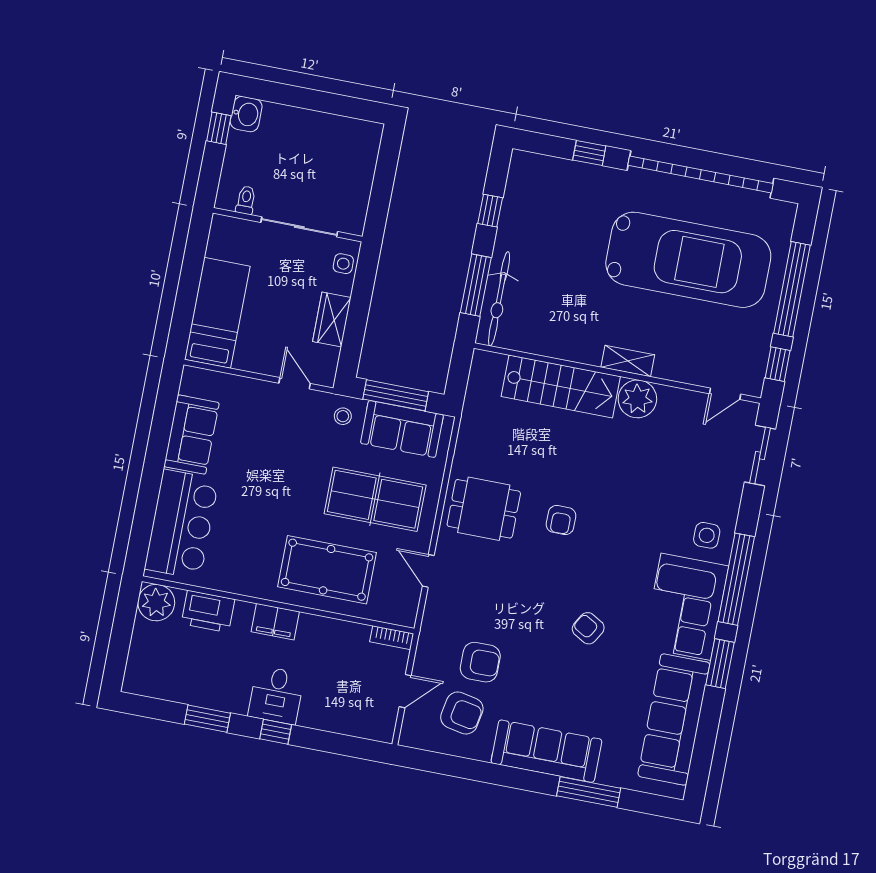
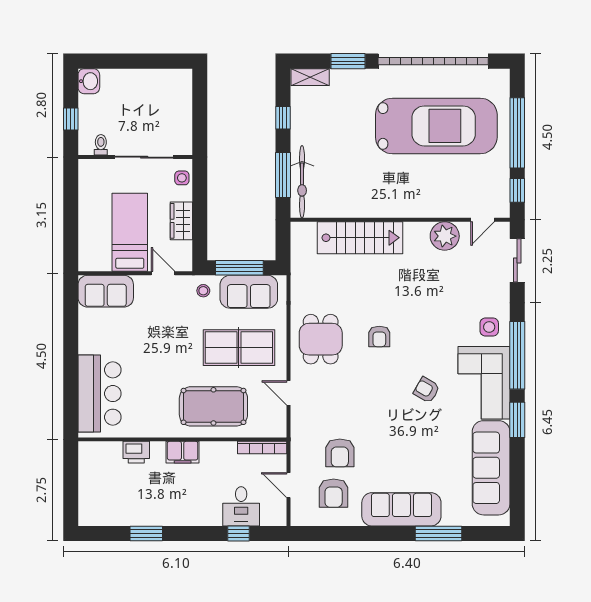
window: (219, 128) -> (71, 119), moved
window: (589, 153) -> (348, 61), width x1.50
bed: (217, 313) -> (130, 232), moved
shelving: (628, 361) -> (310, 77), moved
plant: (637, 399) -> (445, 236), moved
sofa: (192, 435) -> (106, 291), moved, turned 90
dining table: (484, 509) -> (321, 339), turned 90
plant: (156, 603) -> (92, 455), removed
printer: (208, 611) -> (136, 452), width x0.73, depth x0.84
armchair: (588, 628) -> (427, 390), moved
bookcase: (392, 638) -> (262, 448), width x1.56
armchair: (480, 662) -> (340, 453), turned 90
door: (405, 691) -> (288, 485), swing flipped
desk: (276, 695) -> (241, 506), moved
armchair: (462, 713) -> (334, 493), turned 79
window: (276, 732) -> (239, 534), moved

